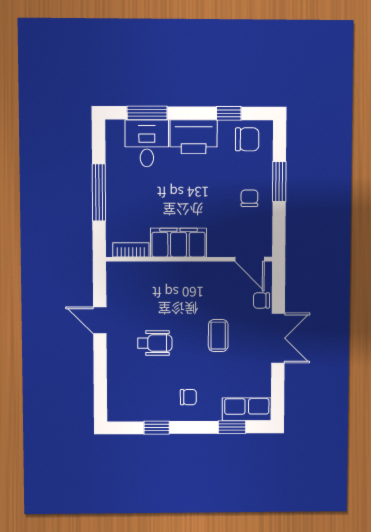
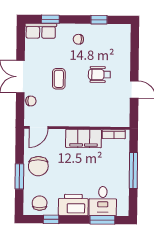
chair: (247, 139) -> (40, 203), turned 90
chair: (249, 198) -> (38, 166), width x1.87, depth x1.87
door: (250, 259) -> (38, 127), swing flipped

